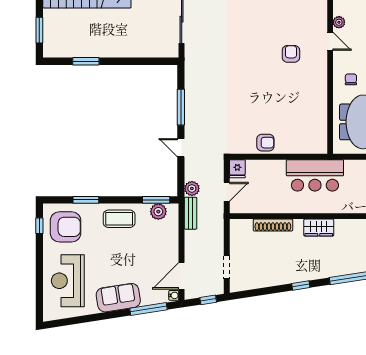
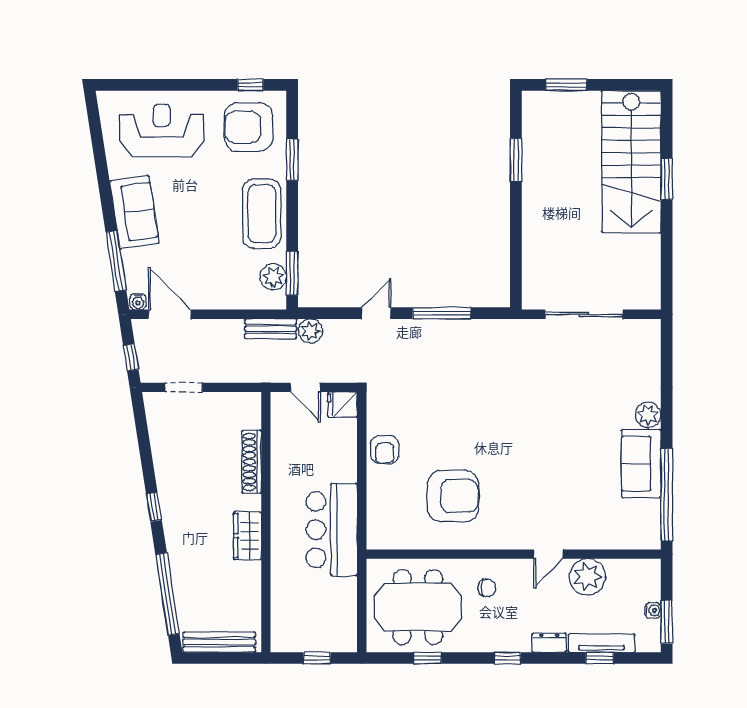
plant: (339, 22) -> (587, 577), width x1.87, depth x1.87
armchair: (291, 54) -> (453, 496), moved, width x1.88, depth x1.88
coffee table: (119, 219) -> (262, 213), width x1.36, depth x1.32
armchair: (66, 227) -> (249, 127), turned 90

